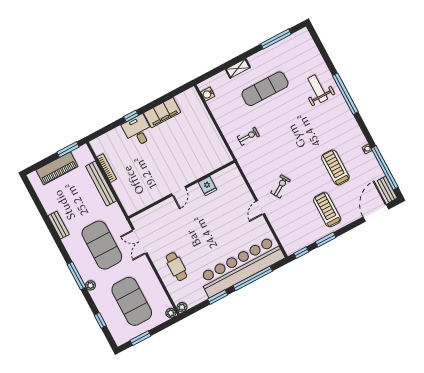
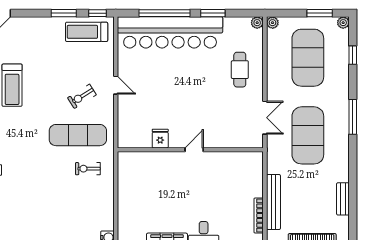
exercise mat: (265, 89) -> (78, 135), moved
door: (260, 208) -> (116, 85), hinge flipped
treadmill: (327, 210) -> (87, 32), moved, turned 90
bench: (59, 225) -> (343, 199), moved
plant: (90, 285) -> (343, 23), moved

